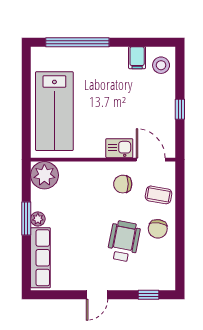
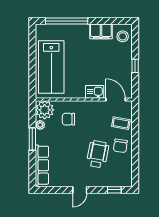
filing cabinet: (137, 58) -> (101, 31), width x2.00
chair: (123, 184) -> (68, 119), moved
plant: (38, 219) -> (40, 125), moved

